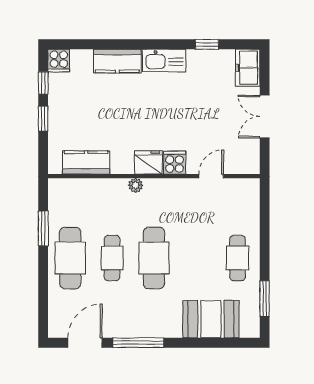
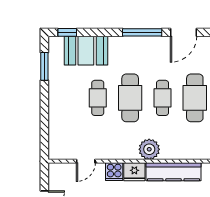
kitchen counter: (86, 162) -> (173, 172), width x1.50
plant: (136, 185) -> (149, 149), width x1.87, depth x1.87
cafe table: (238, 258) -> (98, 98), moved
window: (235, 343) -> (67, 32), added

